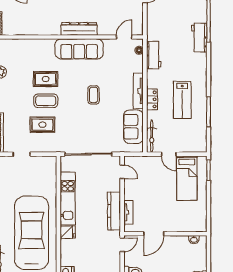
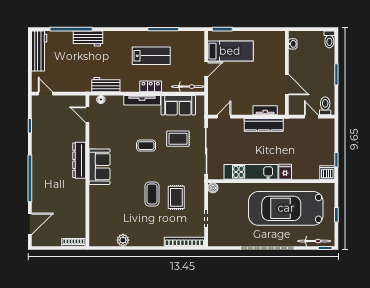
sofa: (79, 49) -> (100, 167), width x0.73
rug: (46, 79) -> (178, 139), moved, turned 90
boiler: (52, 161) -> (213, 188), added
door: (122, 245) -> (311, 117), moved

